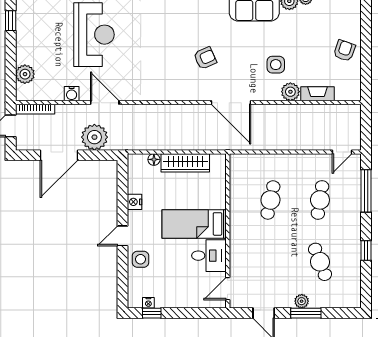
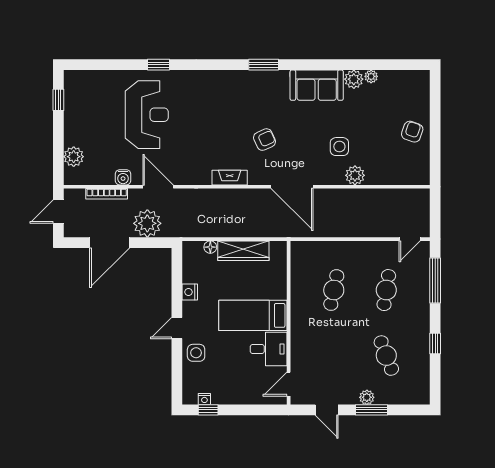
fireplace: (317, 94) -> (230, 178), moved
bookcase: (35, 109) -> (107, 194), moved

